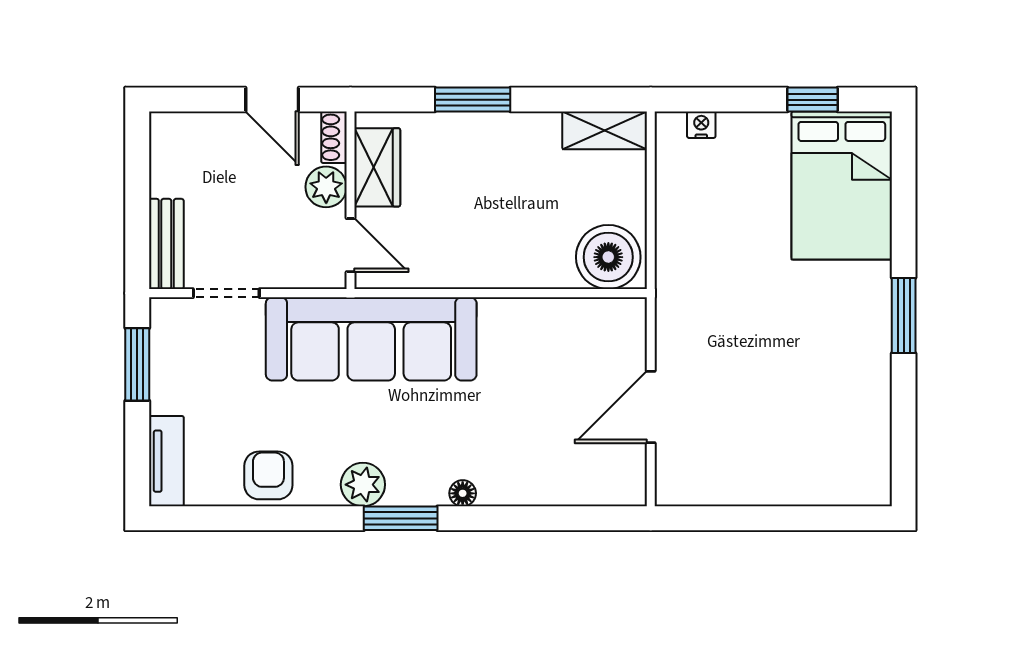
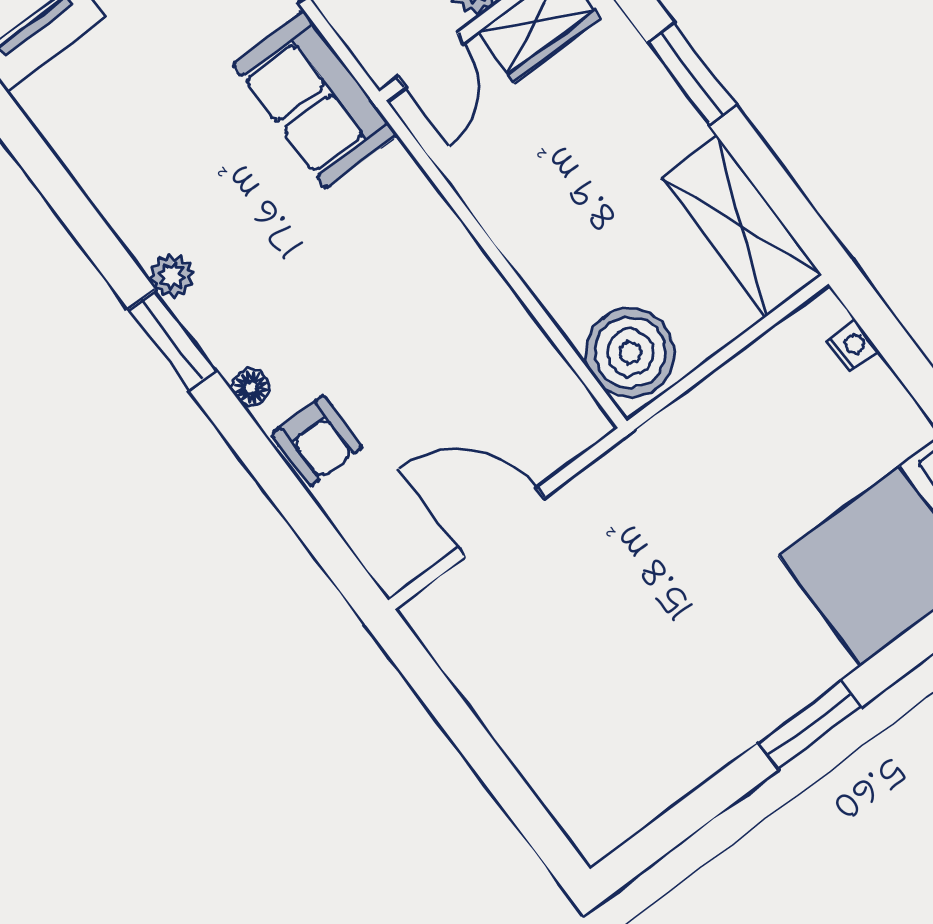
shelving: (605, 130) -> (742, 226), width x1.50, depth x1.33
sofa: (371, 339) -> (315, 99), width x0.54, depth x0.79
armchair: (268, 475) -> (317, 441), moved, turned 90
plant: (363, 485) -> (172, 276), width x0.73, depth x0.73

